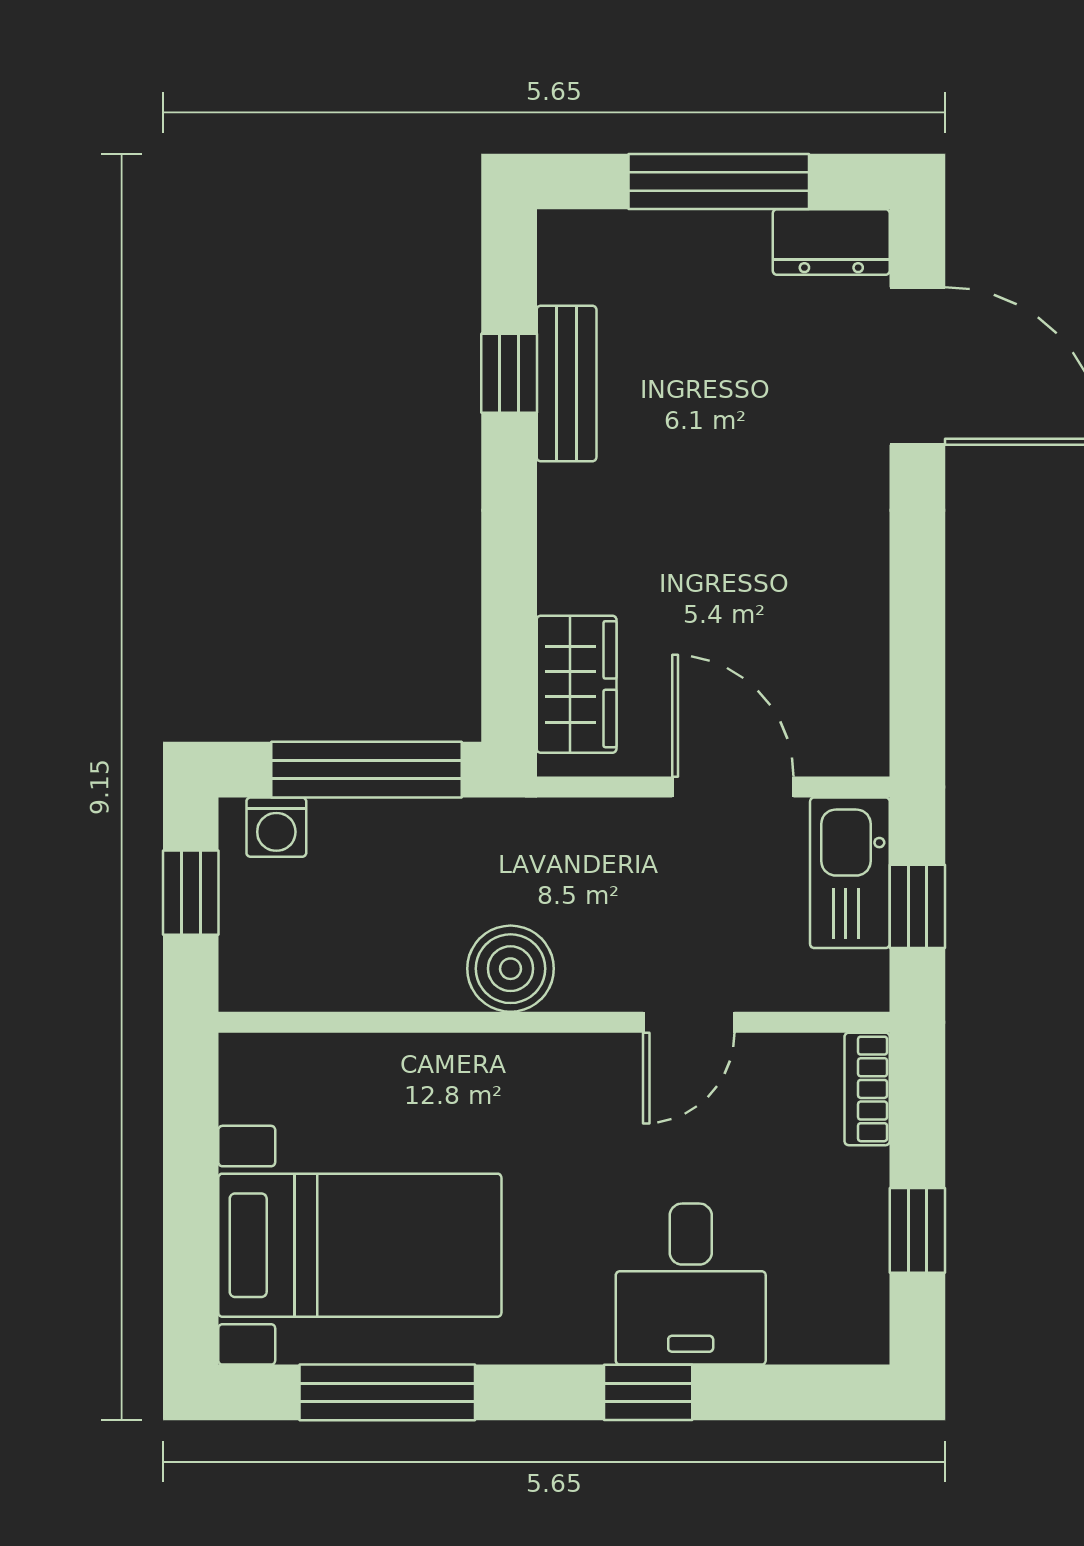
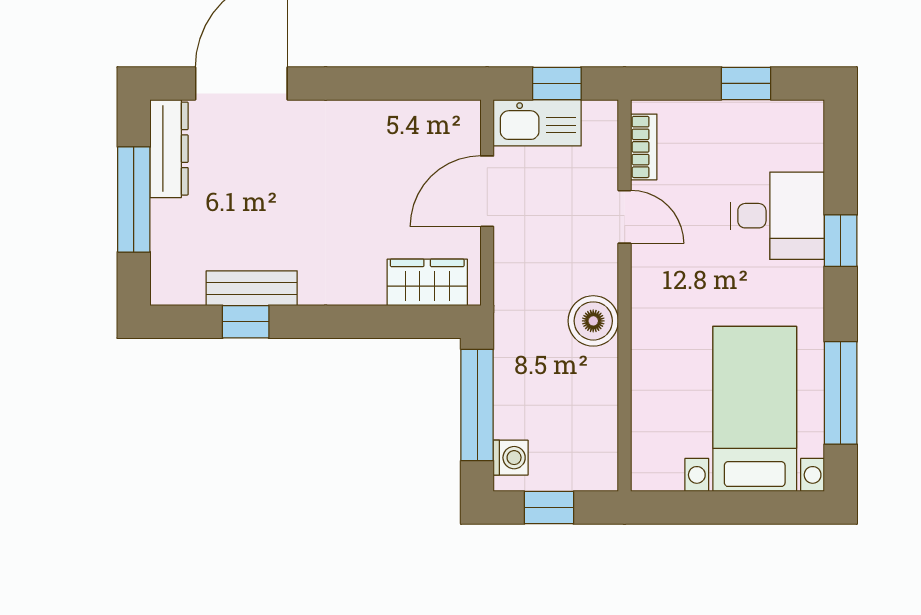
dresser: (831, 242) -> (169, 149), width x1.44
bookcase: (867, 1089) -> (644, 147), moved, turned -90

